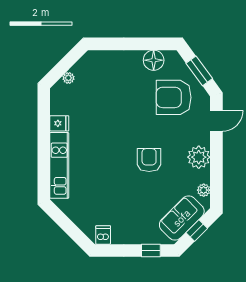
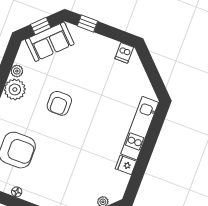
floor lamp: (154, 60) -> (17, 192), width x0.53, depth x0.53
plant: (204, 190) -> (17, 71), moved

